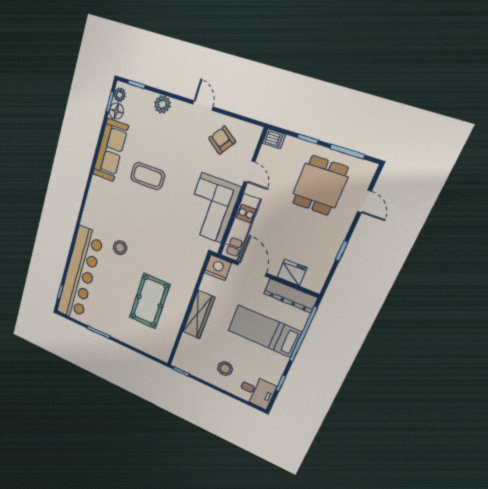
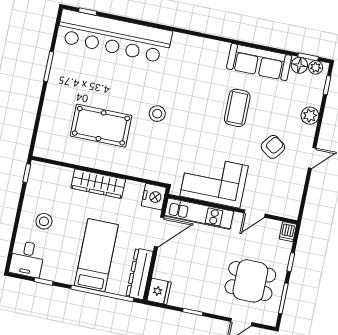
armchair: (222, 140) -> (273, 147), moved
stool: (120, 248) -> (157, 114), moved
fridge: (292, 272) -> (159, 291), moved

